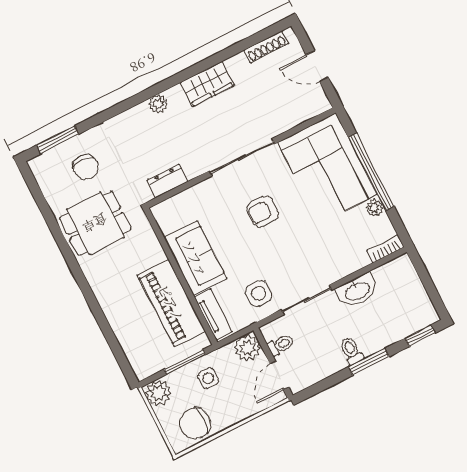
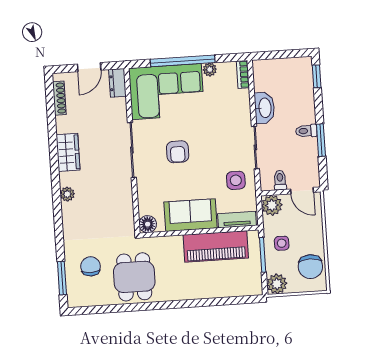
chair: (86, 167) -> (91, 266), turned -90
dresser: (167, 181) -> (117, 83), moved
floor lamp: (163, 213) -> (148, 224), added
window: (369, 362) -> (321, 140), moved

